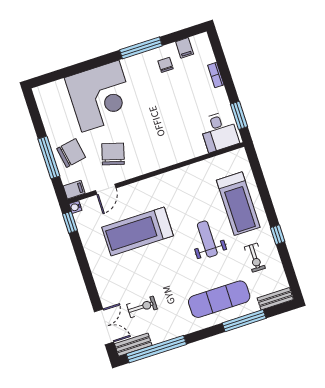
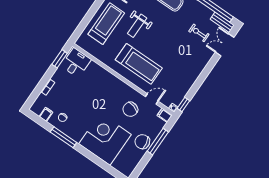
chair: (71, 153) -> (142, 142), moved
treadmill: (138, 231) -> (139, 64), moved

